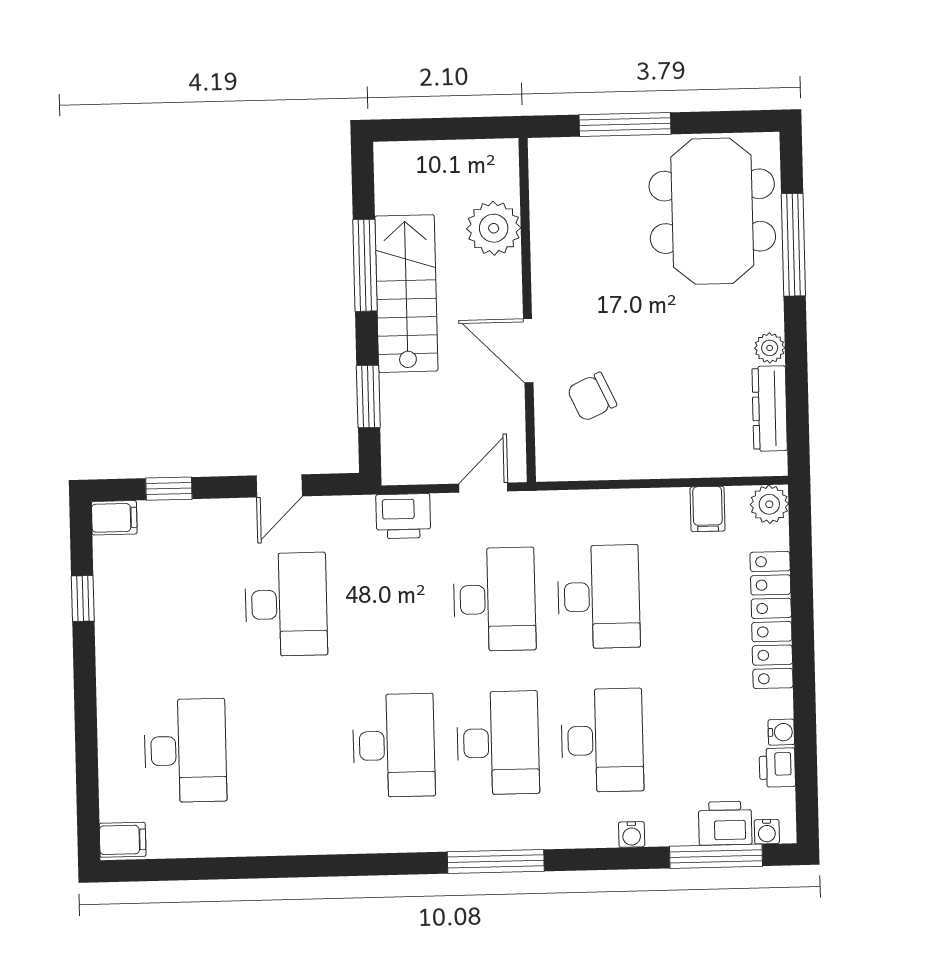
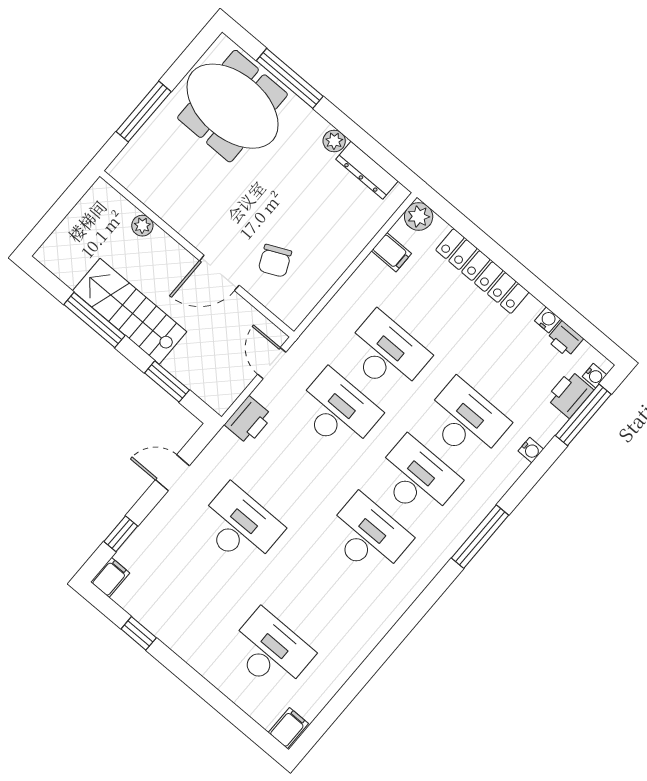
plant: (494, 228) -> (142, 226), width x0.53, depth x0.53
door: (279, 486) -> (172, 473), swing flipped

